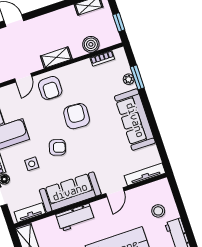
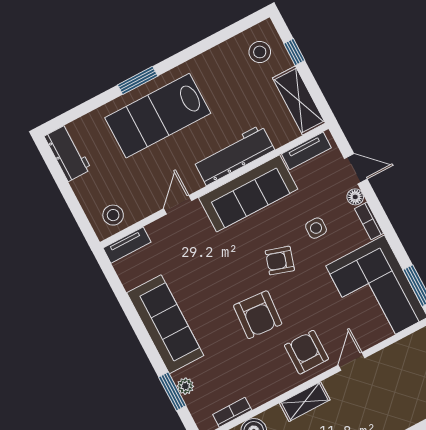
tv unit: (145, 174) -> (127, 245), width x0.71
stool: (158, 211) -> (113, 215), moved
workbench: (75, 217) -> (234, 155), width x1.38

